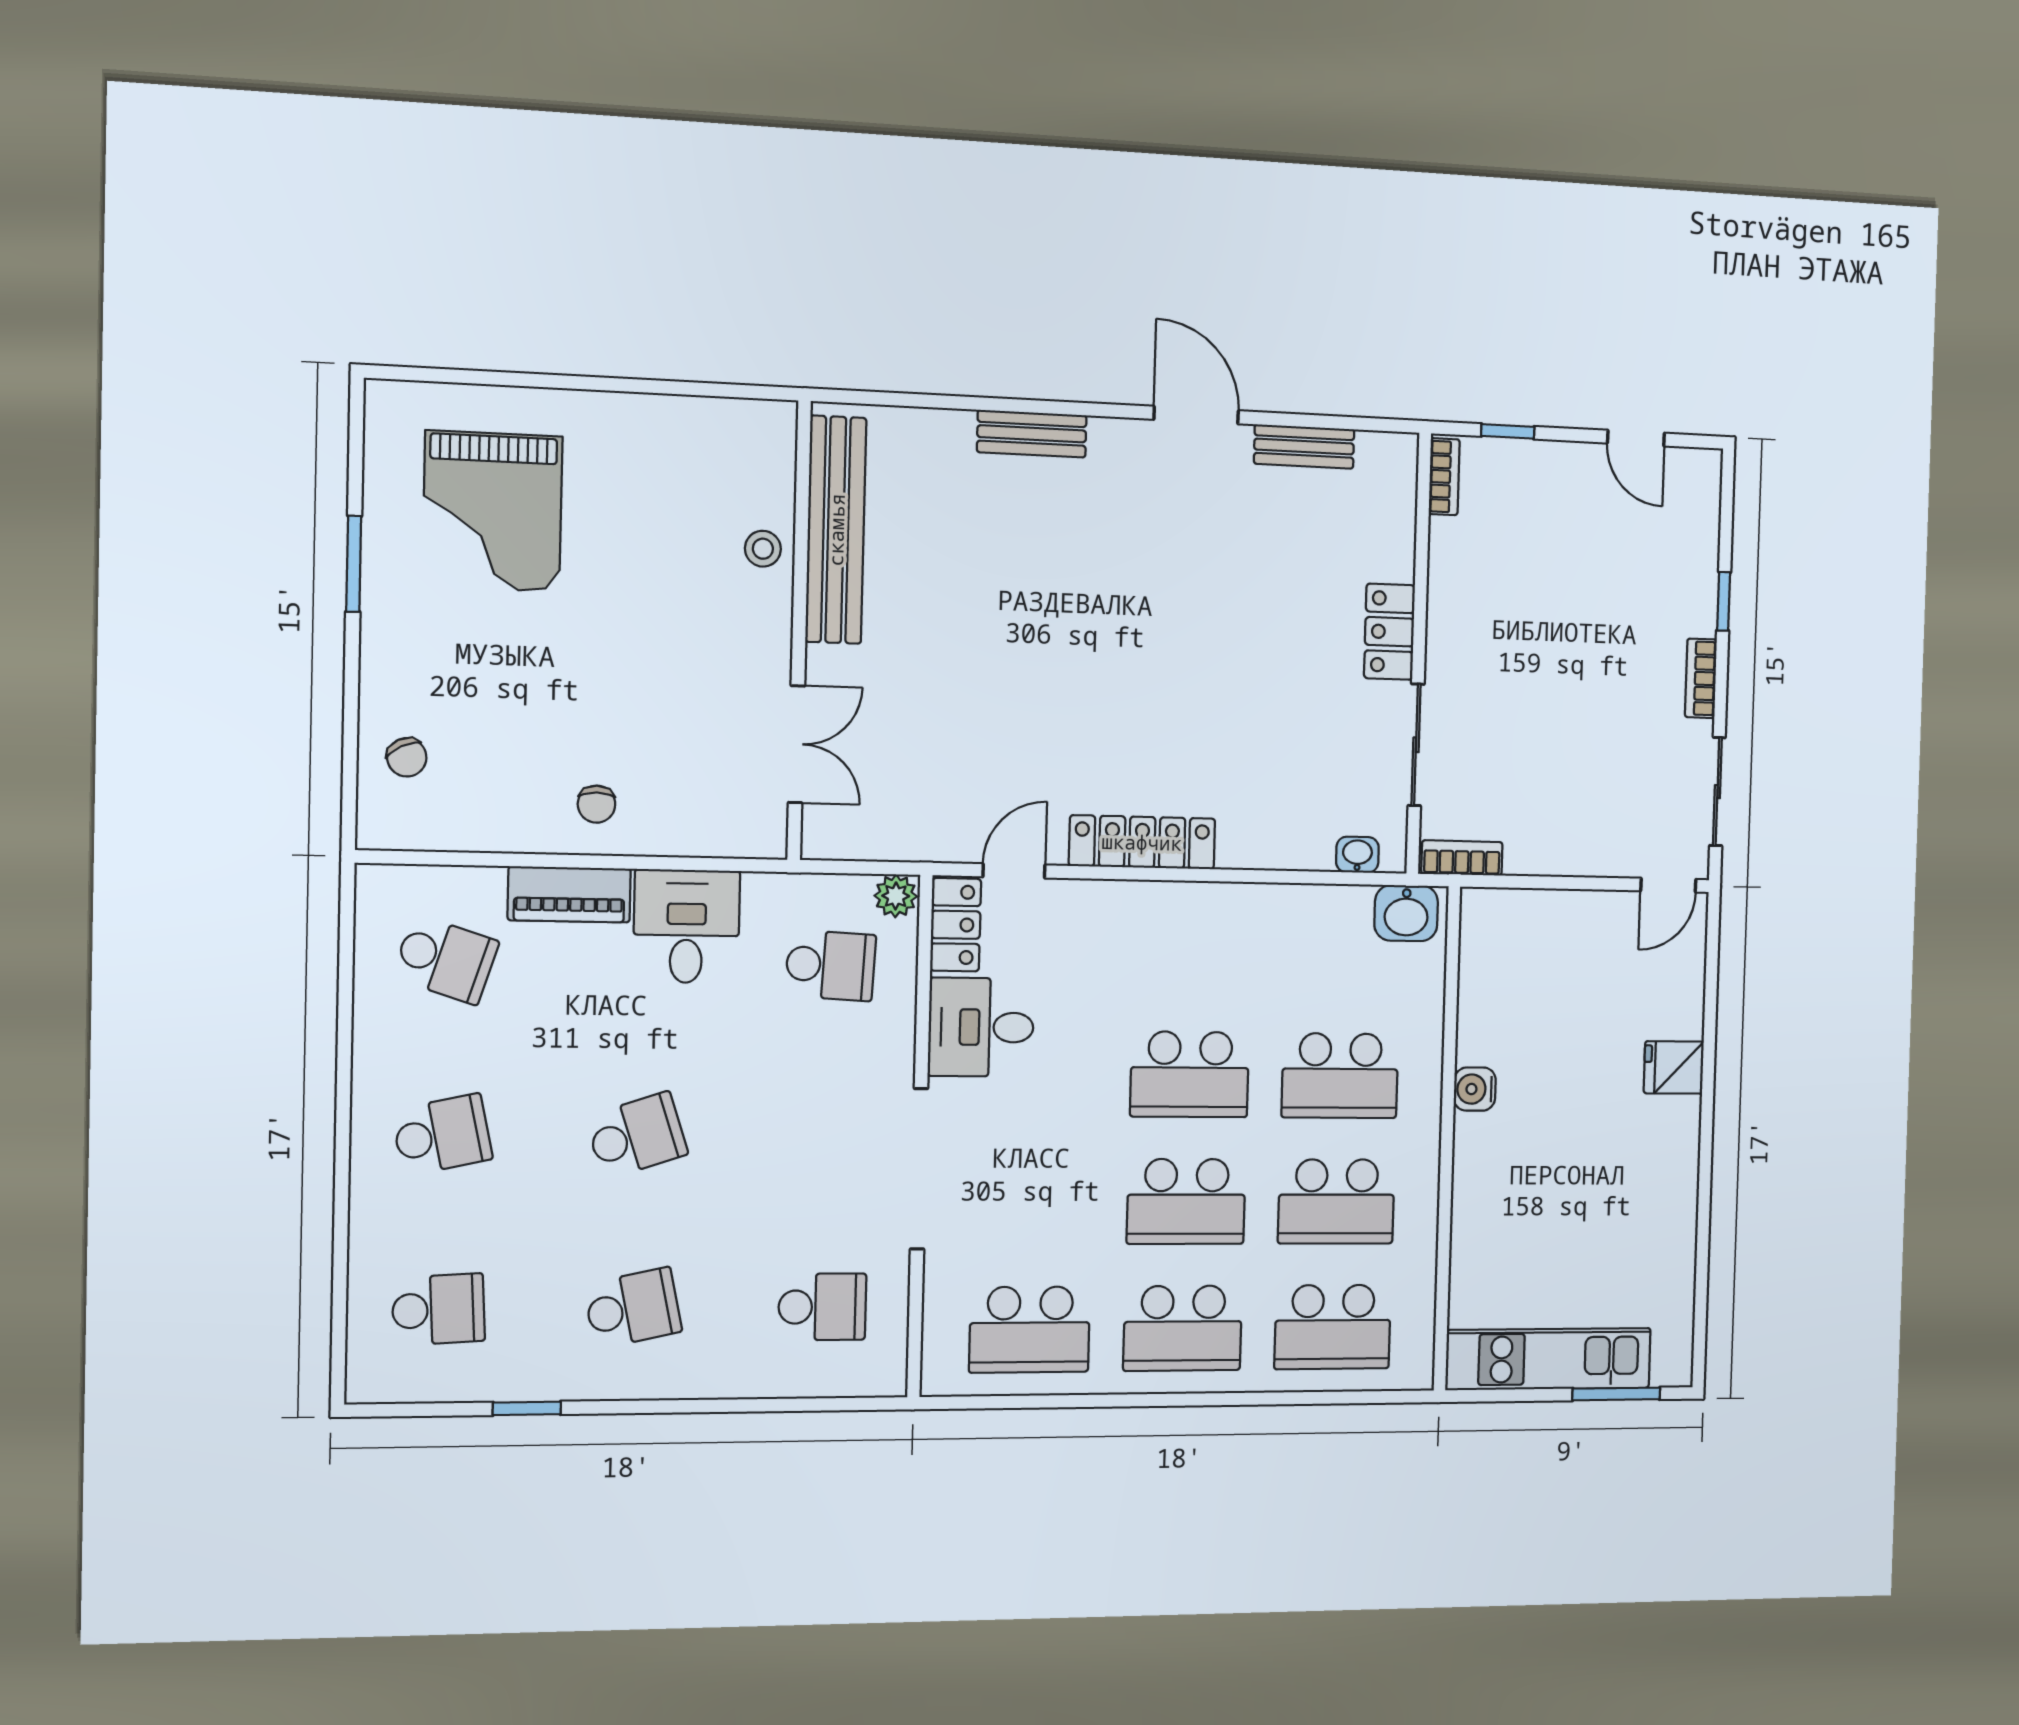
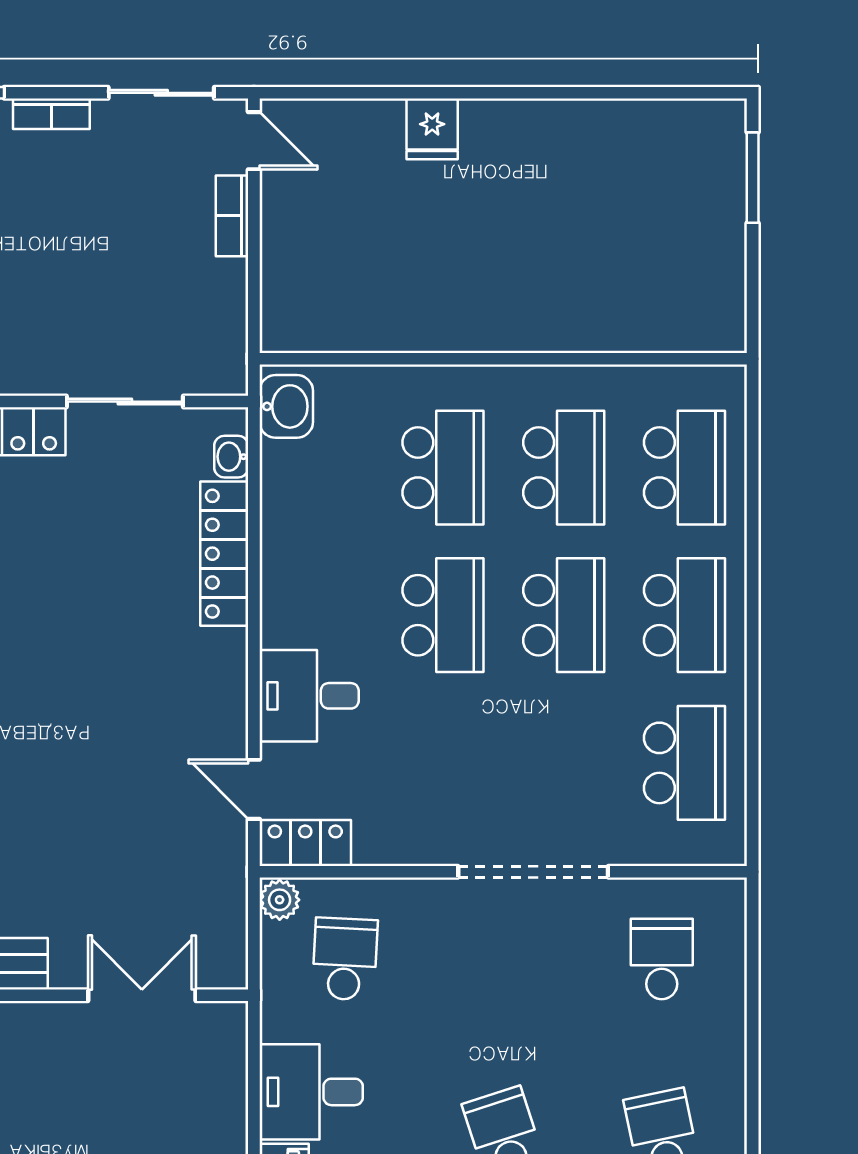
locker: (1142, 842) -> (224, 554), moved
bookcase: (1462, 858) -> (232, 216), moved
desk: (981, 1027) -> (309, 696), moved, turned 90
water cooler: (1475, 1089) -> (455, 332), removed
kitchen unit: (1548, 1359) -> (718, 249), removed

